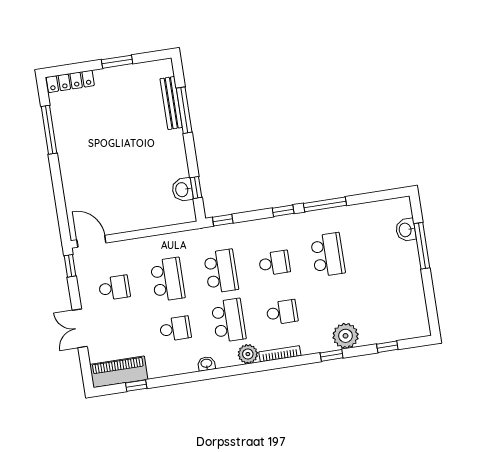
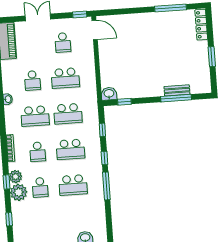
bench: (171, 103) -> (177, 90), width x0.73
washbasin: (182, 190) -> (109, 94), moved
window: (223, 220) -> (102, 130), moved
door: (91, 241) -> (95, 30), hinge flipped
school desk: (274, 263) -> (70, 149), width x1.85
school desk: (335, 304) -> (40, 187), added
plant: (248, 354) -> (15, 177), moved

